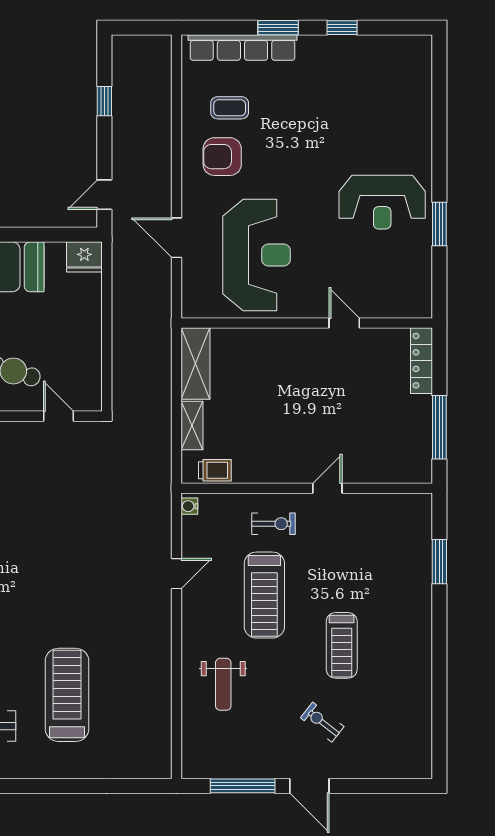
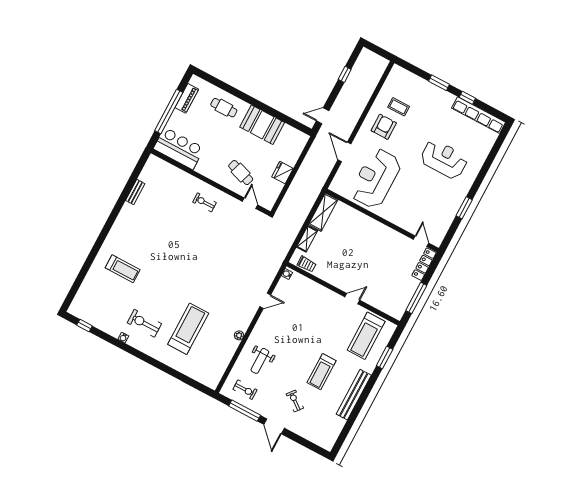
row of seats: (242, 48) -> (479, 115), moved
armchair: (222, 157) -> (384, 127), turned 90
reception desk: (382, 202) -> (444, 159), moved, turned 180
reception desk: (256, 255) -> (376, 178), turned 180
fridge: (84, 257) -> (282, 173), moved, turned 90
door: (344, 323) -> (421, 241), moved
exercise bike: (273, 524) -> (245, 390), moved
treadmill: (264, 595) -> (366, 336), moved
bench: (420, 656) -> (354, 395), added
plant: (163, 659) -> (239, 335), added

